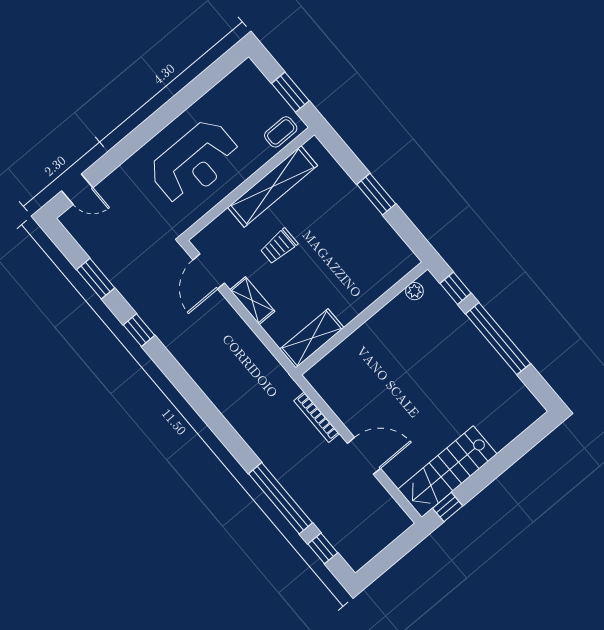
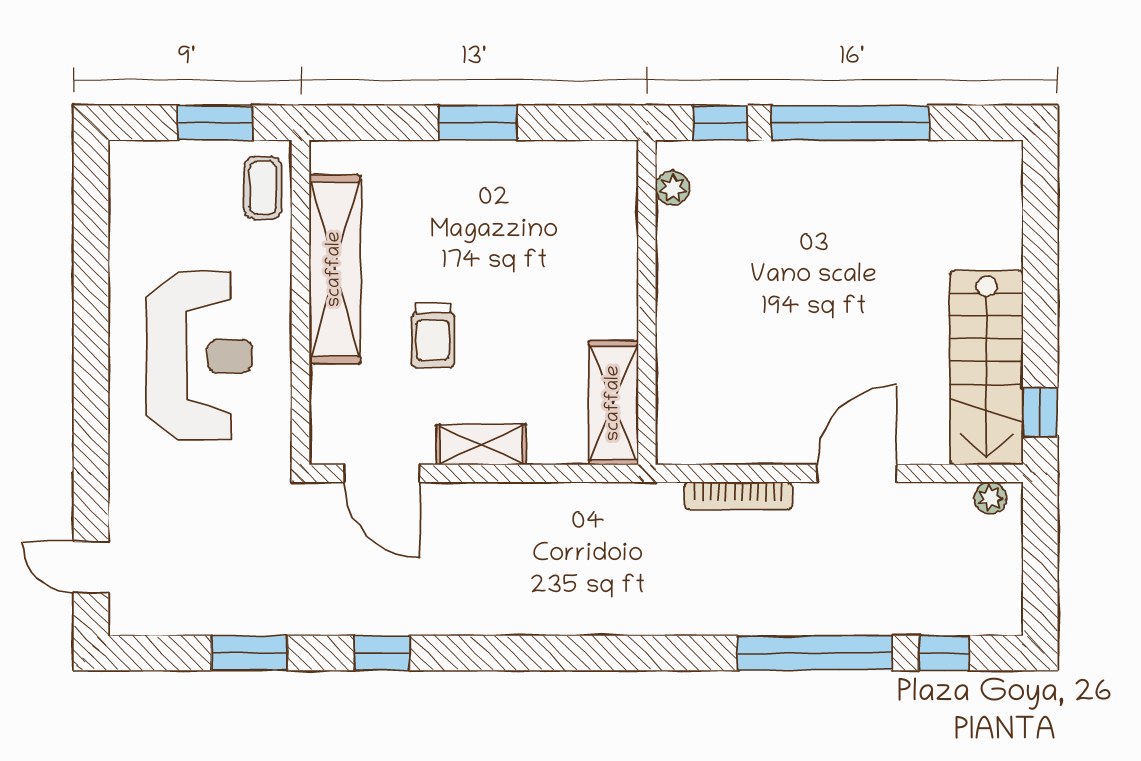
door: (77, 189) -> (91, 567), swing flipped
plant: (398, 516) -> (990, 498), added

